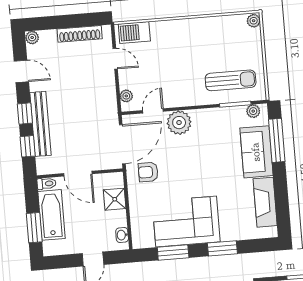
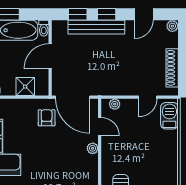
plant: (179, 123) -> (93, 148), width x0.53, depth x0.53

